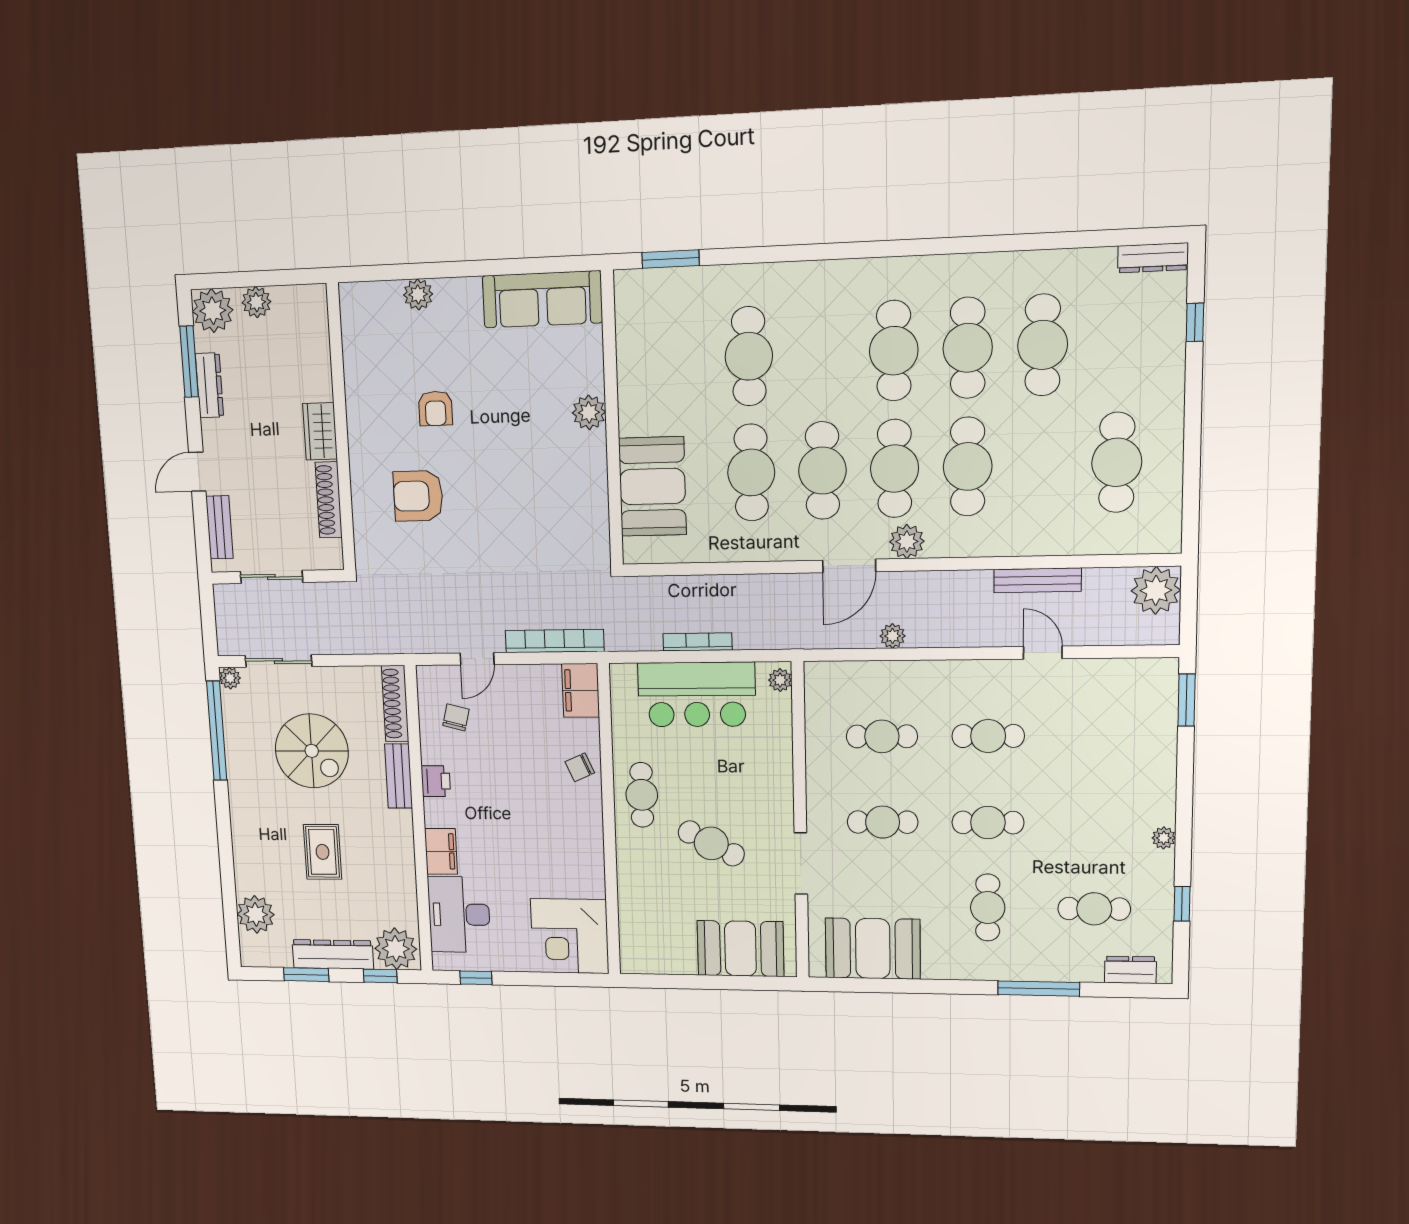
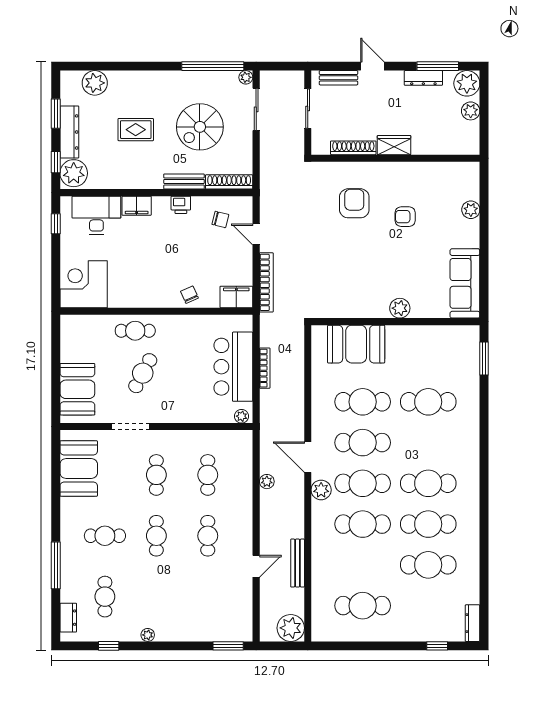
cafe table: (642, 795) -> (135, 331), moved

